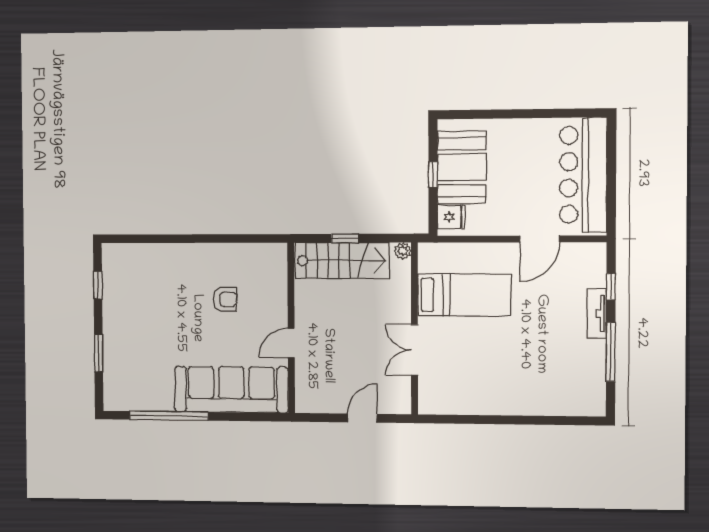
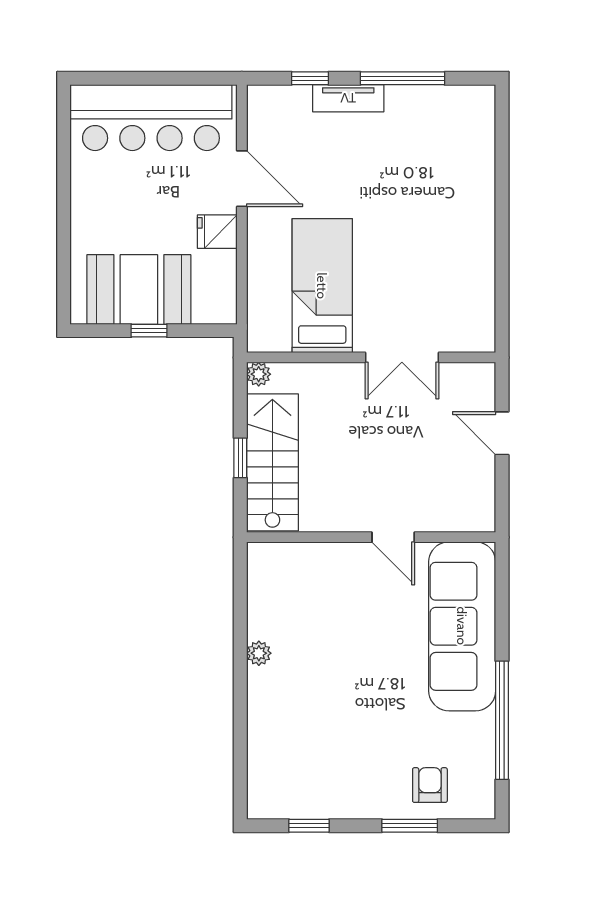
fridge: (451, 217) -> (217, 232), moved, turned -90
plant: (212, 251) -> (259, 653), added
armchair: (225, 299) -> (430, 785), moved

